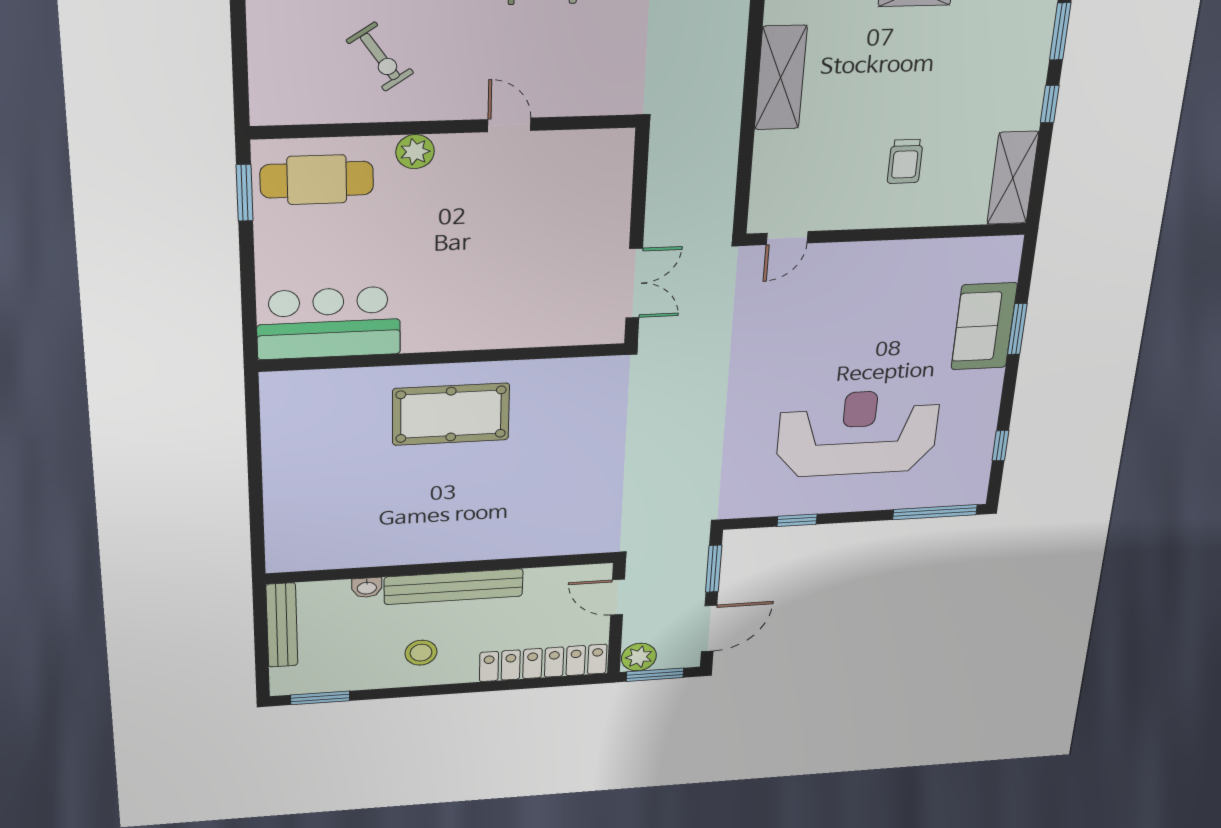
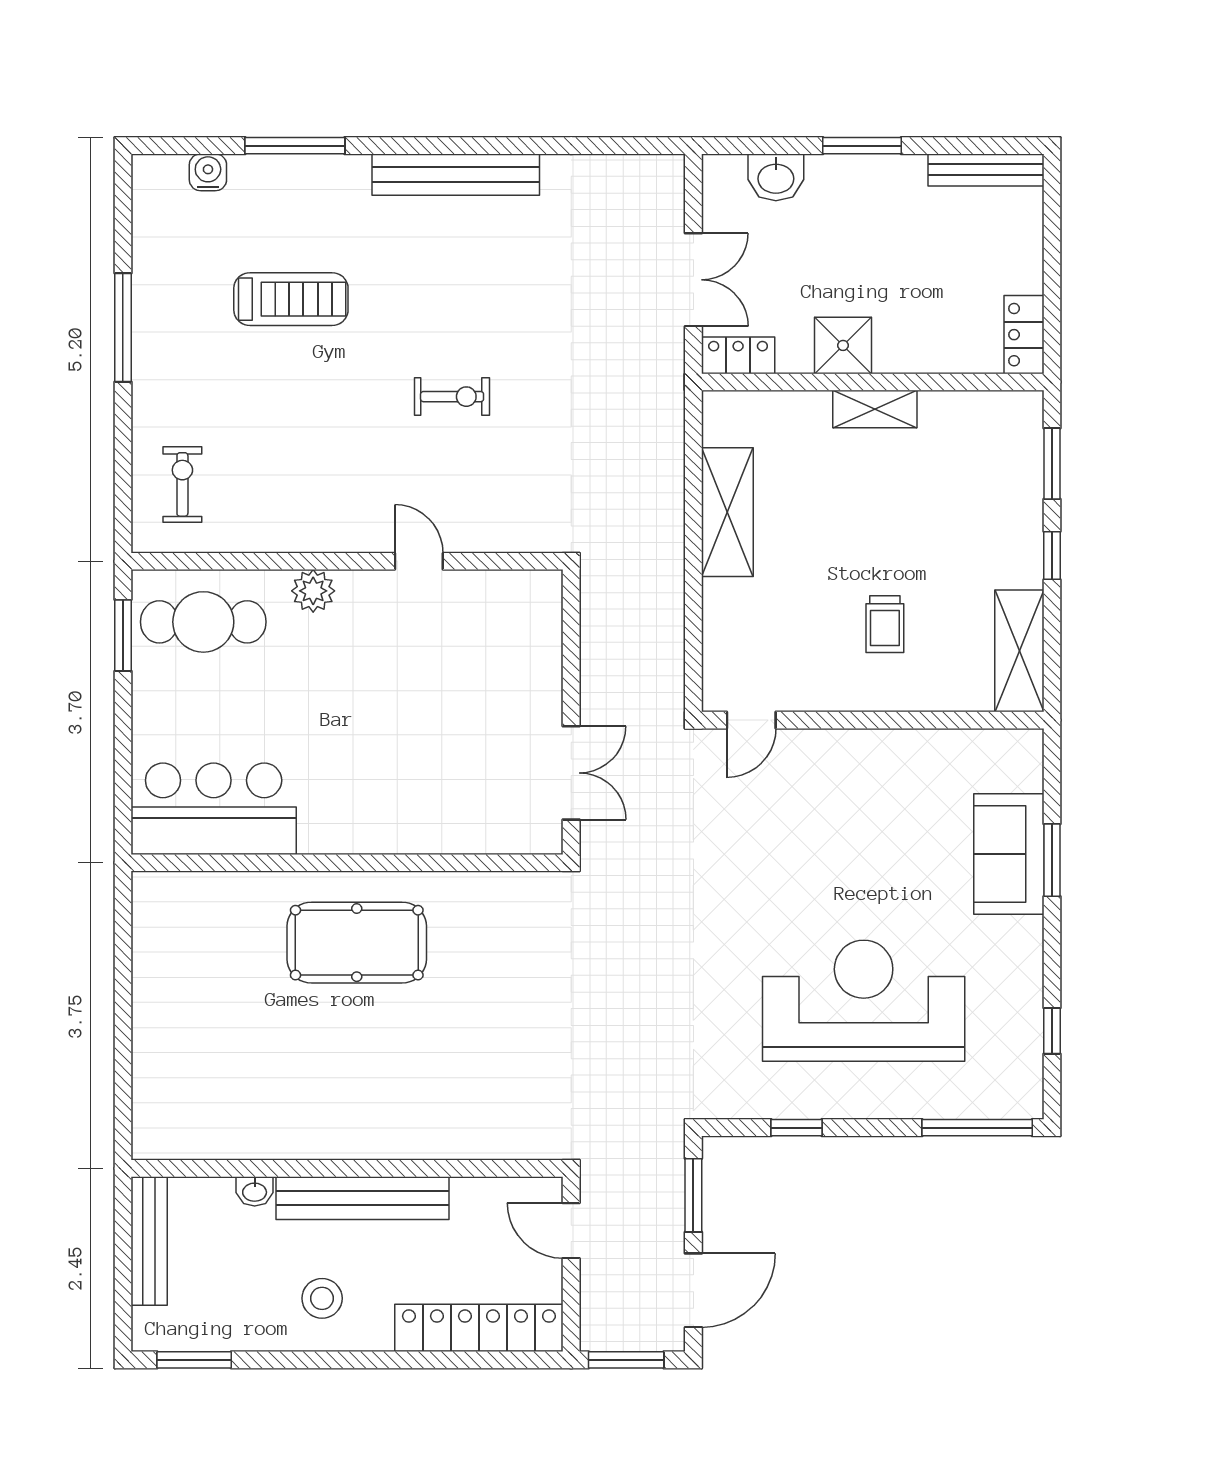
exercise bike: (380, 57) -> (182, 484), moved, turned -146
plant: (639, 657) -> (603, 1329), removed

